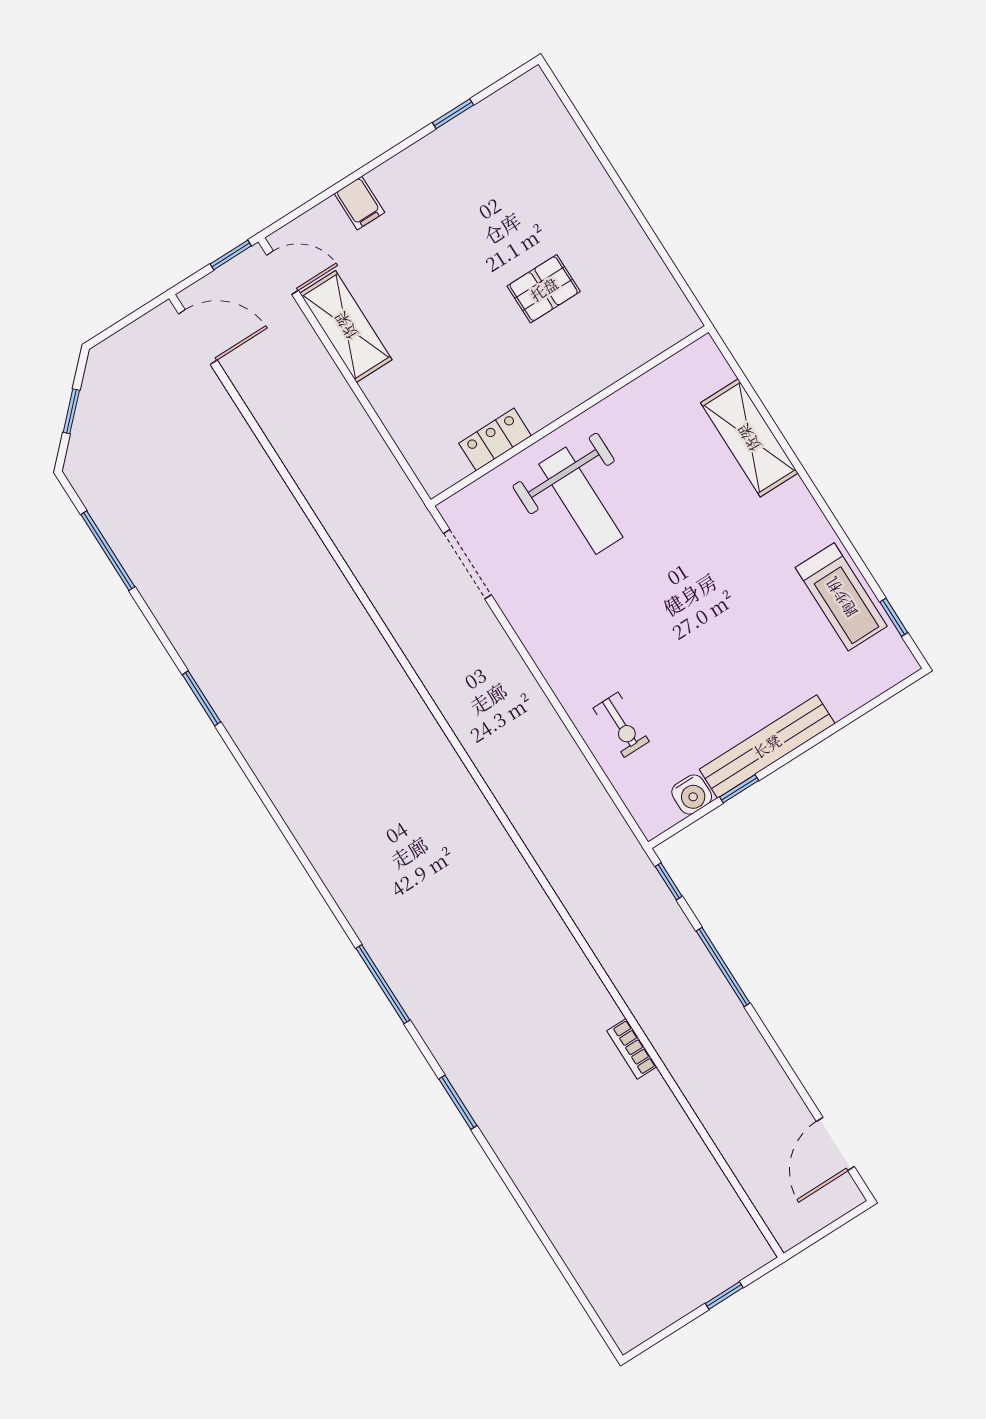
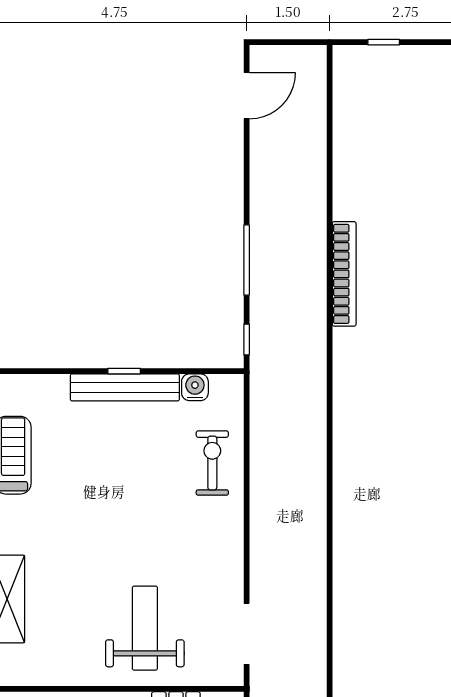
exercise bike: (621, 725) -> (212, 463), width x1.38, depth x1.39
window: (739, 789) -> (124, 371), moved
bookcase: (632, 1049) -> (344, 274), width x2.31, depth x1.31

